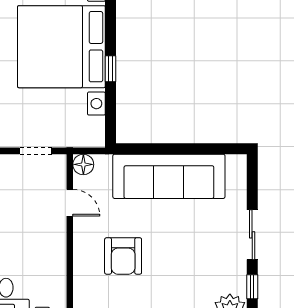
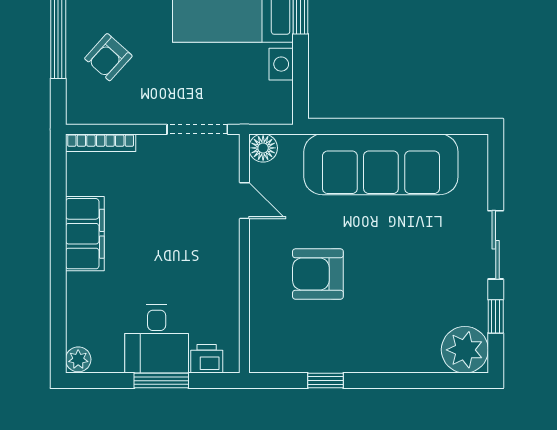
doorway: (36, 151) -> (197, 129), width x1.38
armchair: (123, 256) -> (318, 274), turned 90

